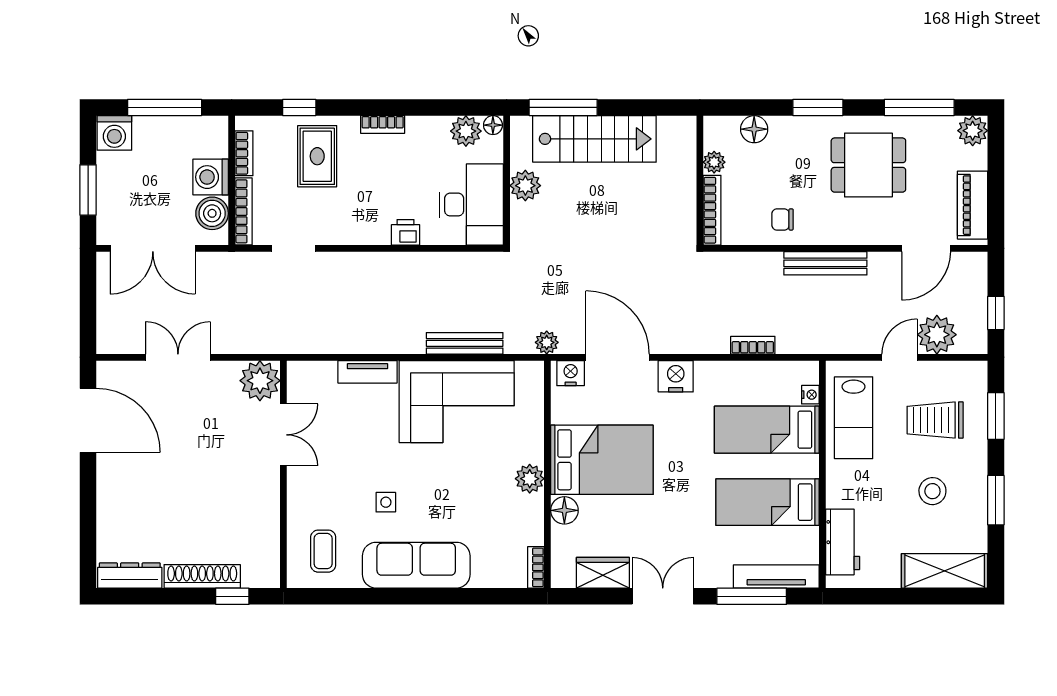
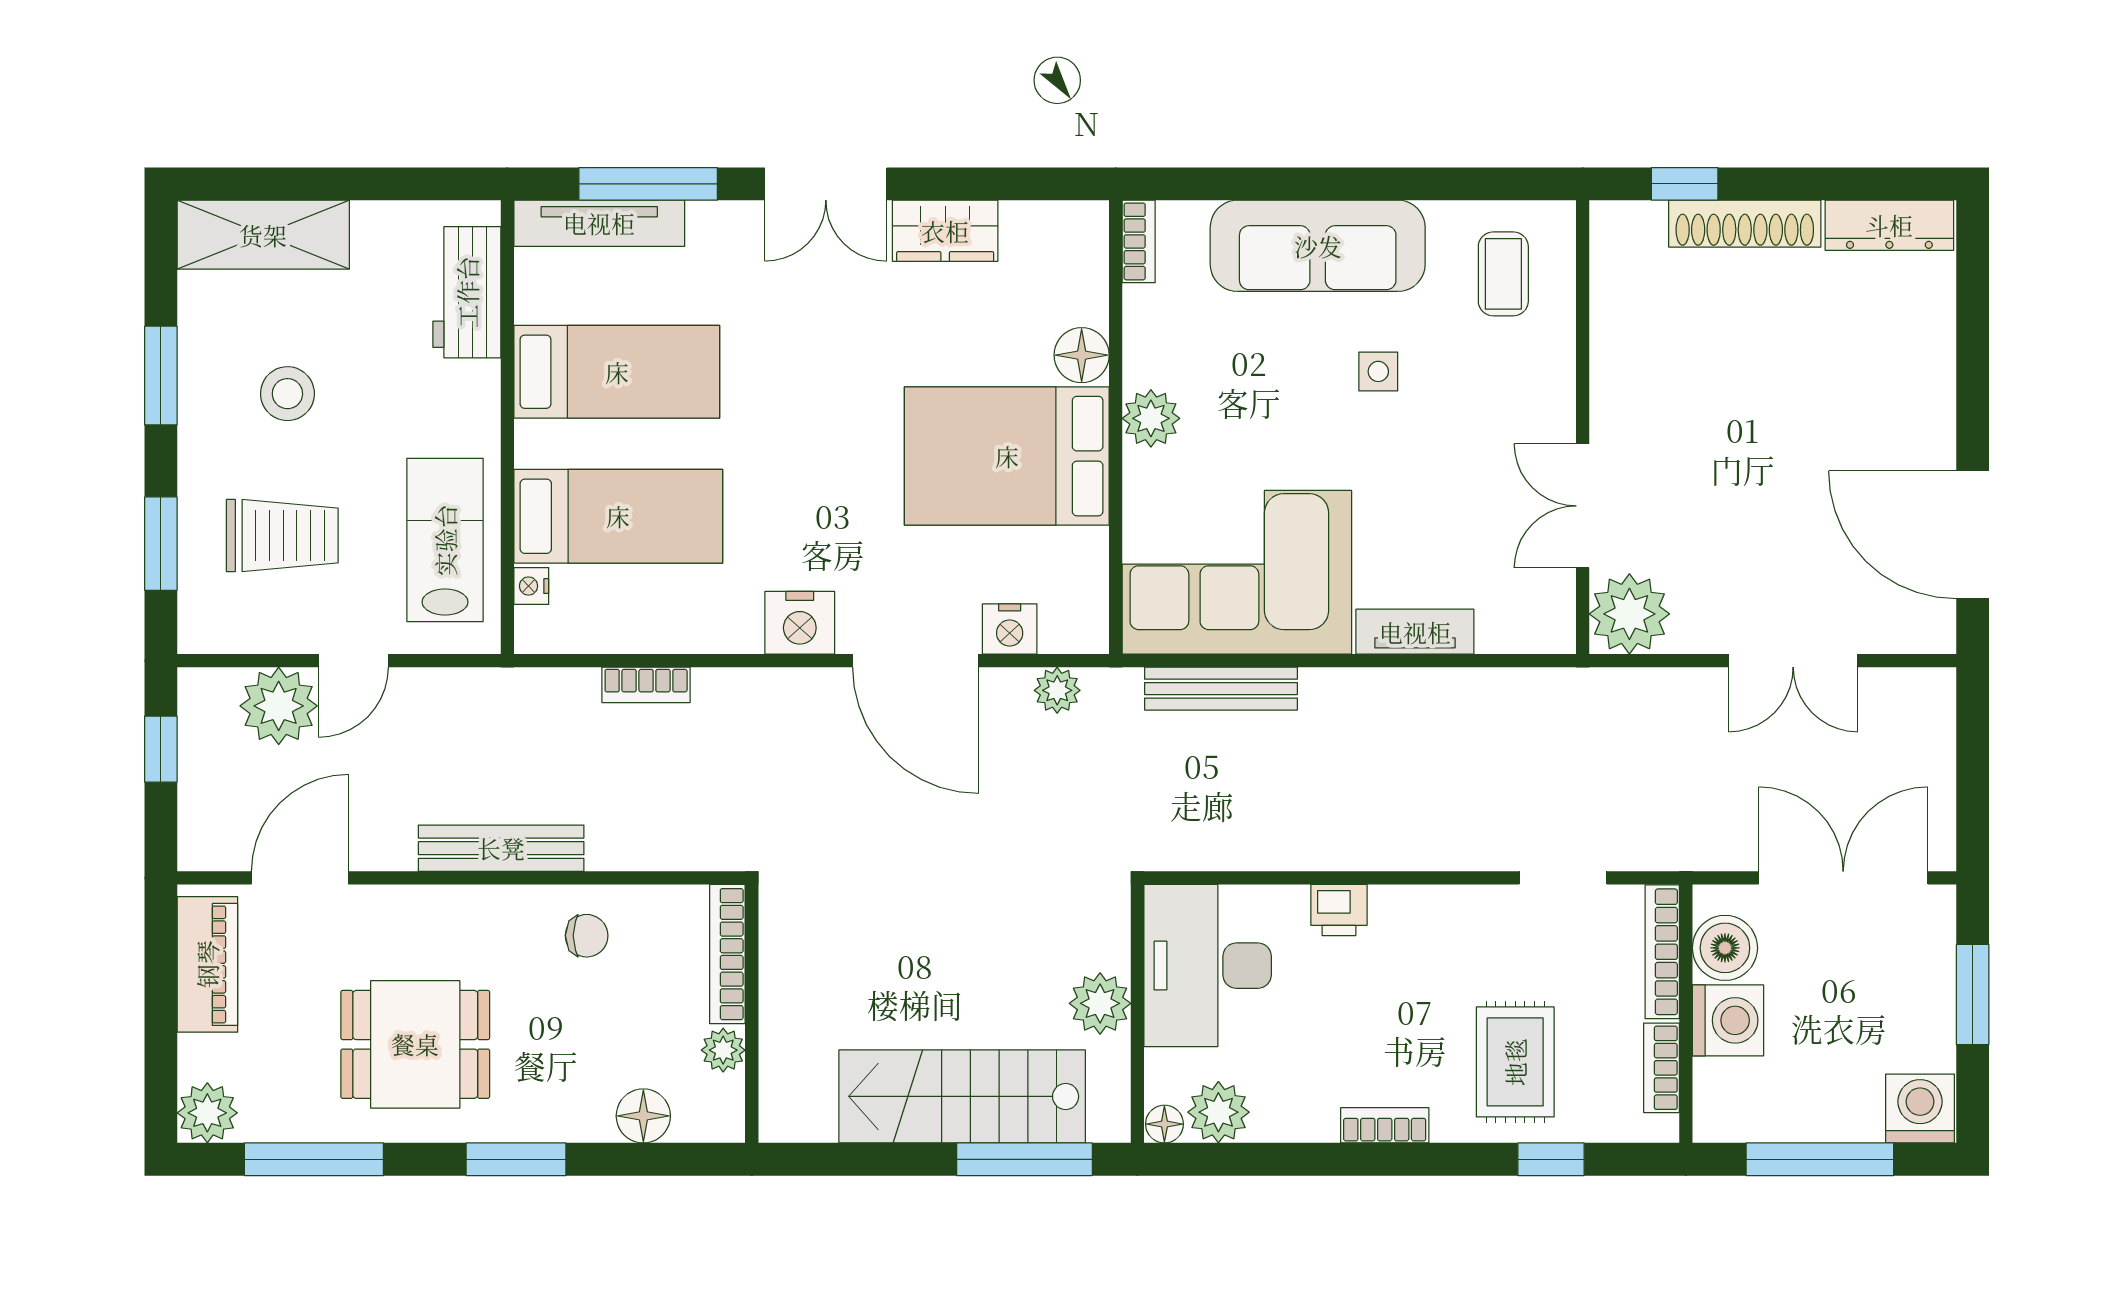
bed: (602, 460) -> (1007, 456), moved
wall: (547, 474) -> (1116, 427), moved
plant: (530, 479) -> (1151, 418), moved
floor lamp: (564, 510) -> (1082, 355), moved
bookcase: (536, 567) -> (1139, 241), moved

